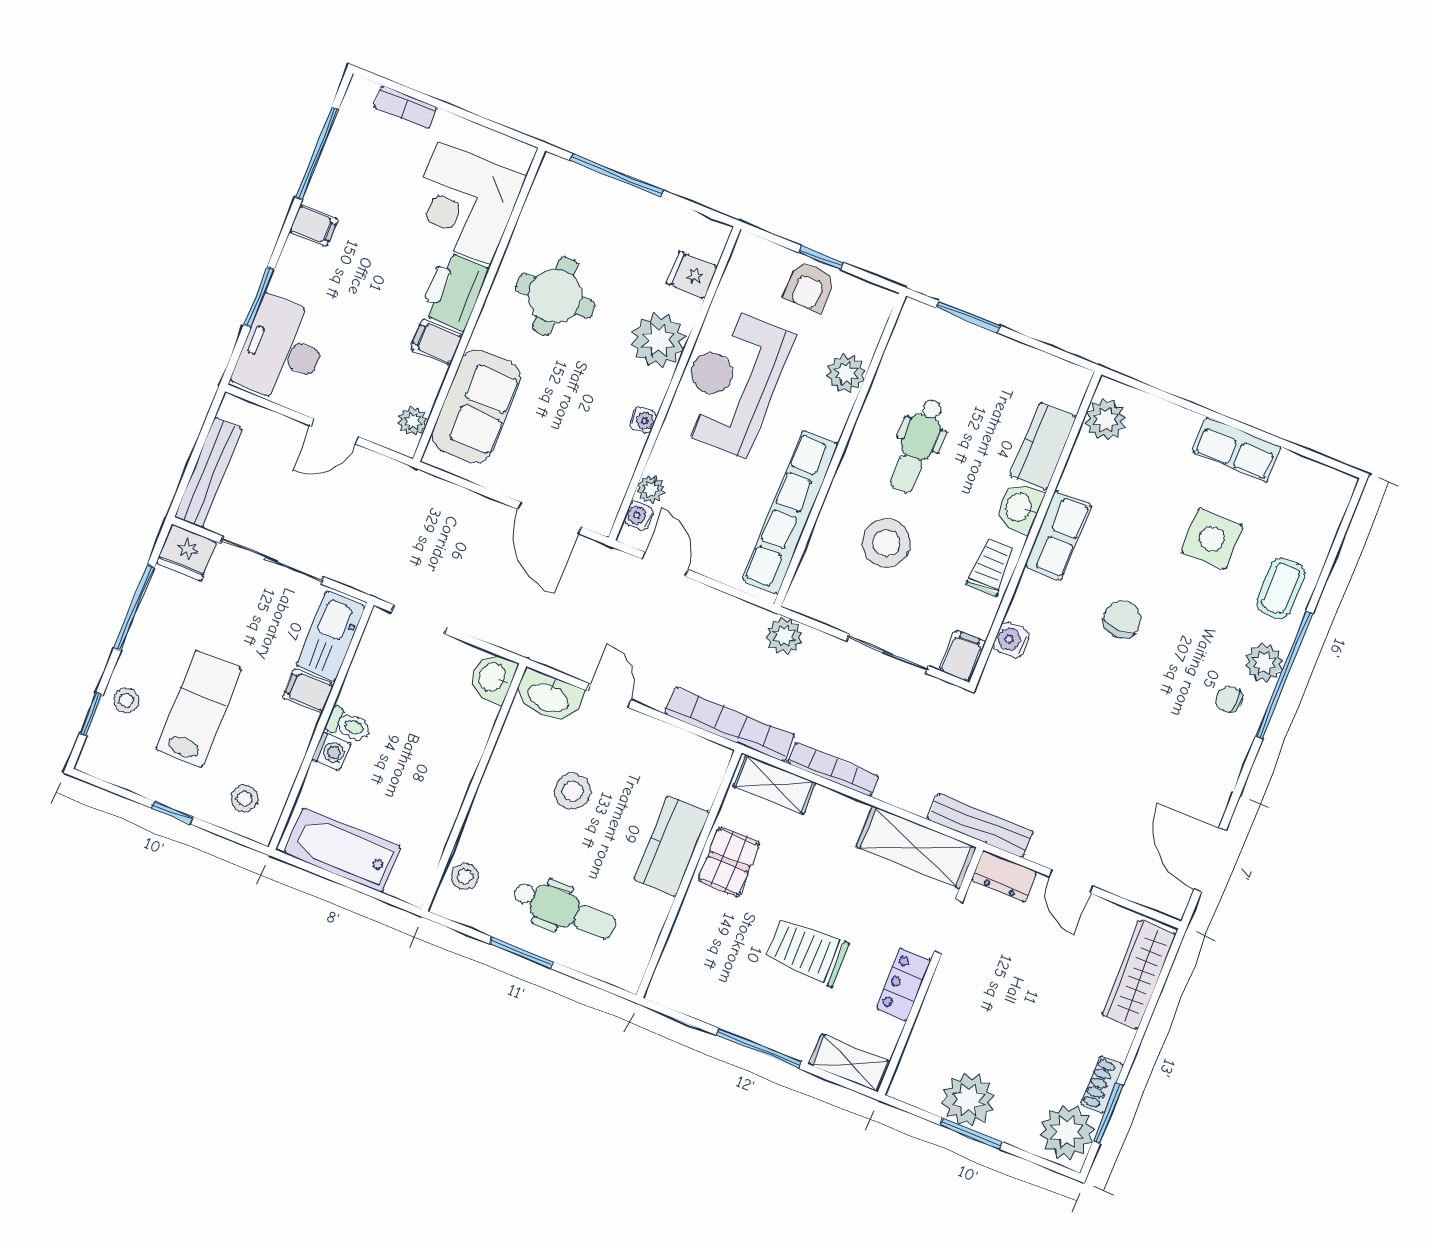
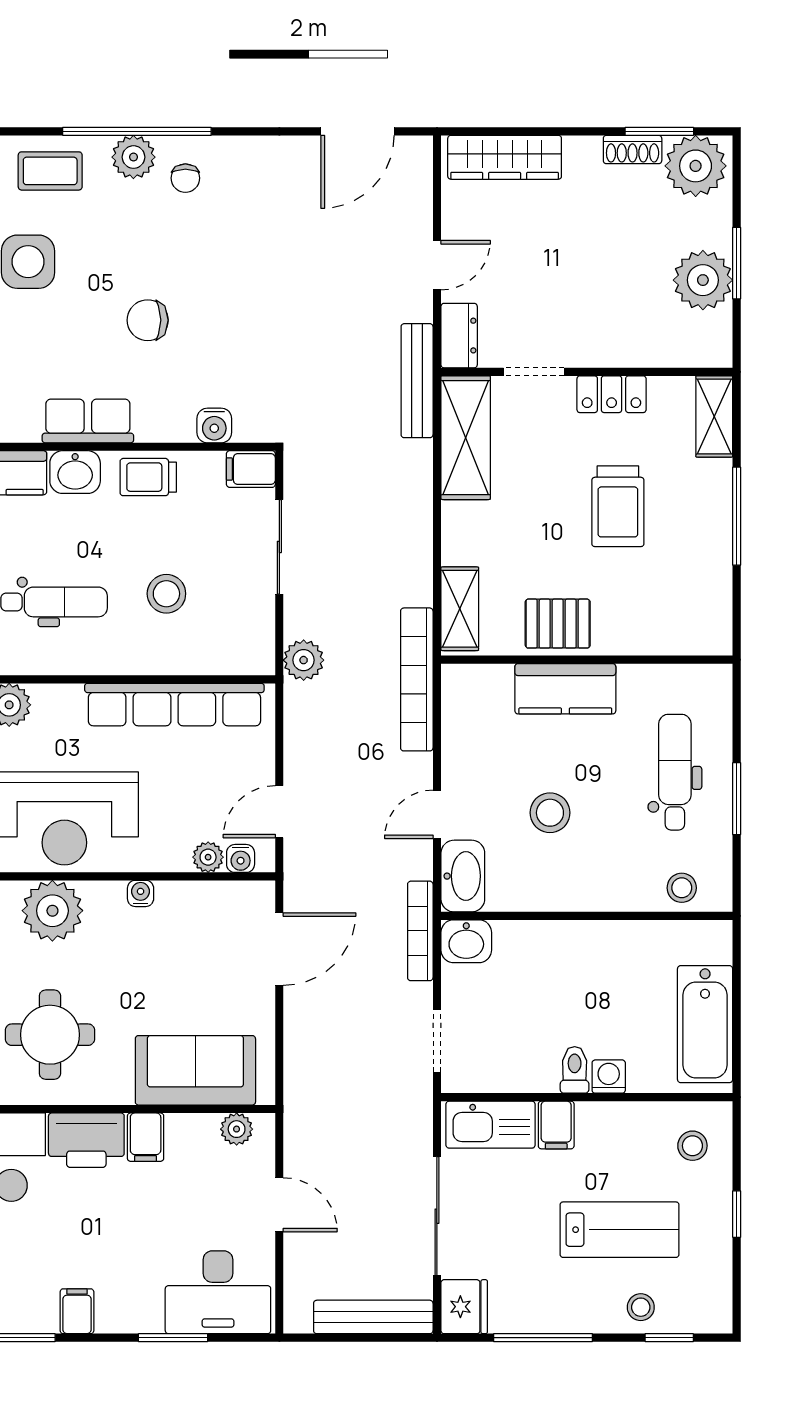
stool: (886, 543) -> (166, 594), width x0.73, depth x0.73
lab bench: (199, 709) -> (620, 1230), turned 180
bookcase: (833, 769) -> (420, 931), moved

